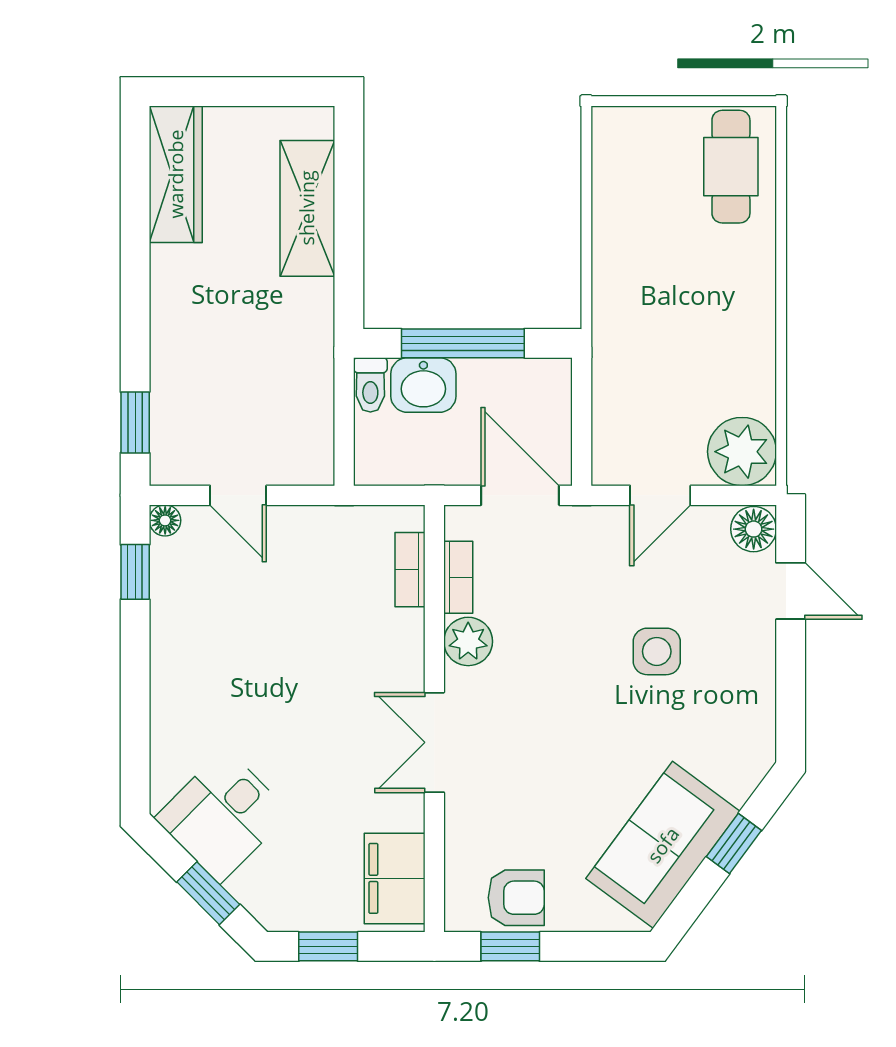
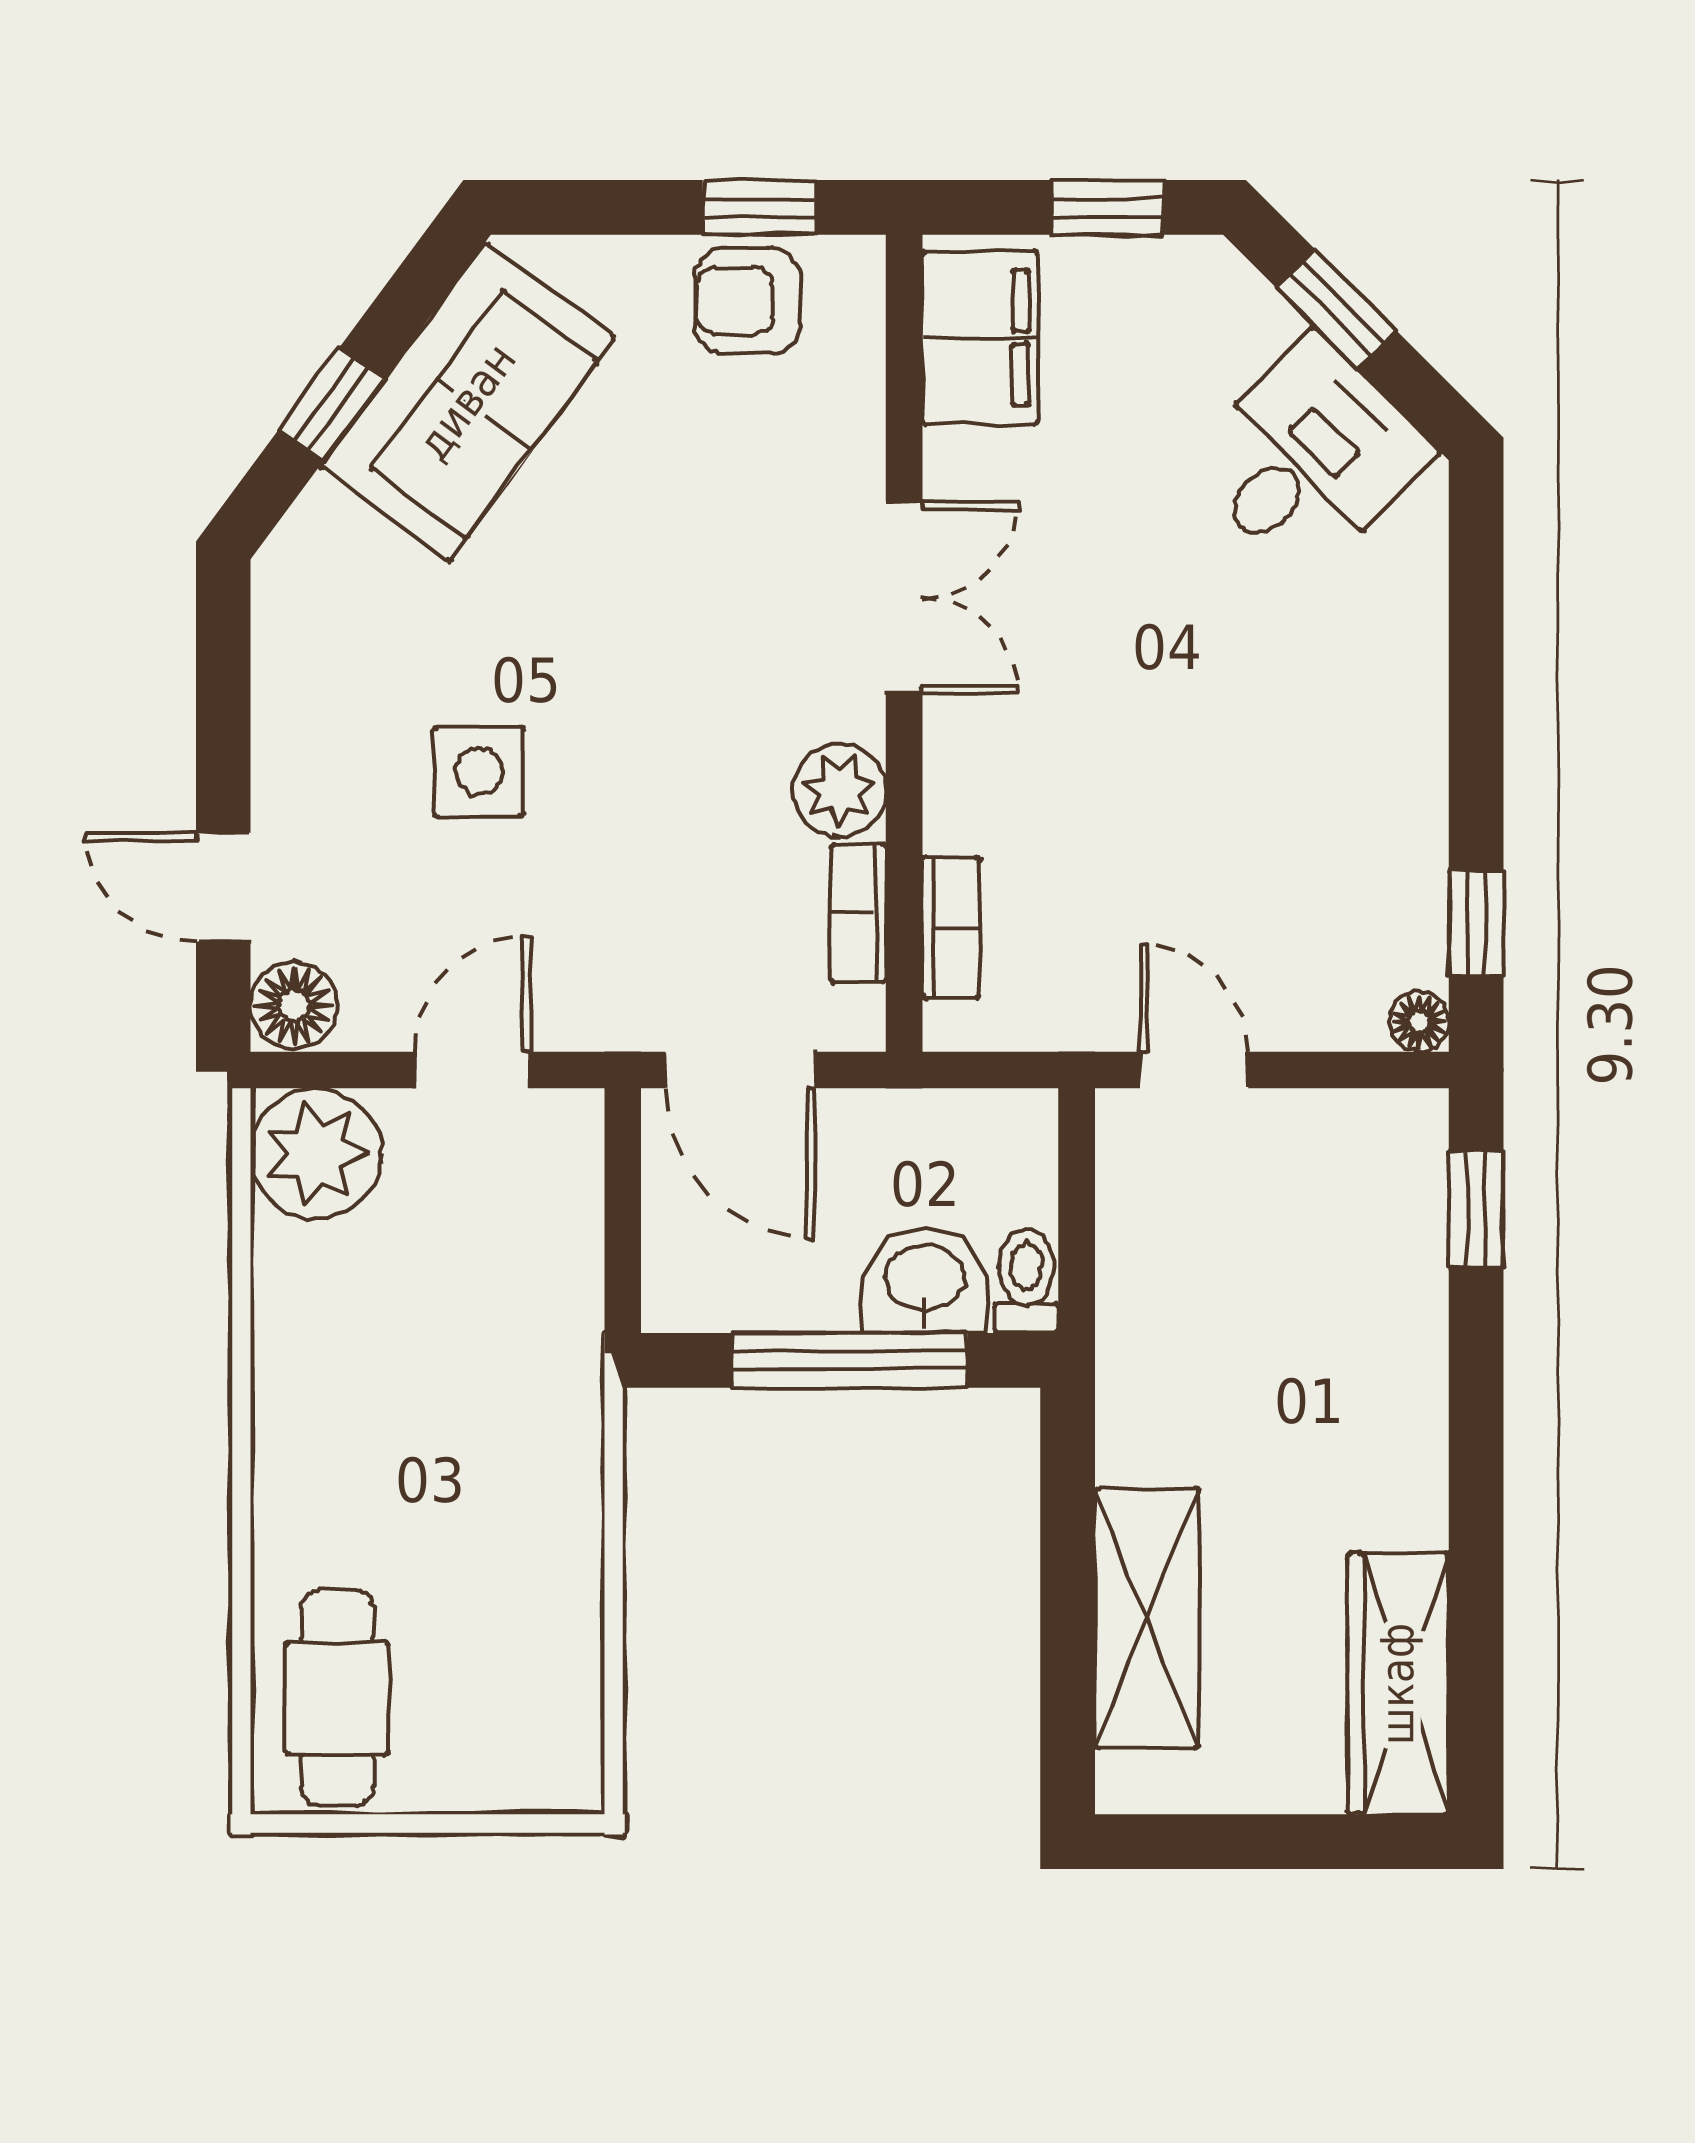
door: (238, 495) -> (1194, 1070), moved

